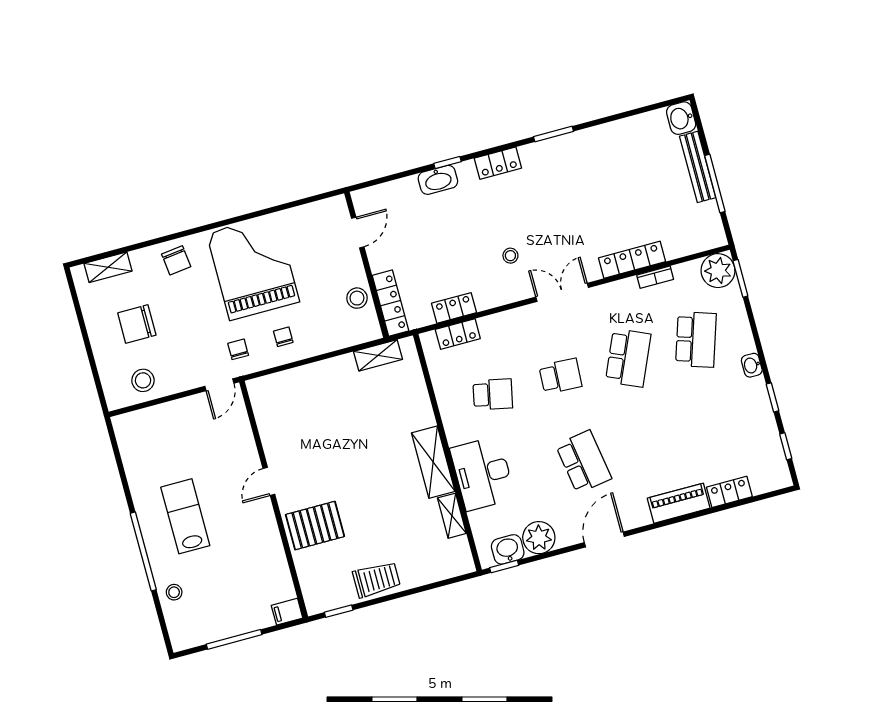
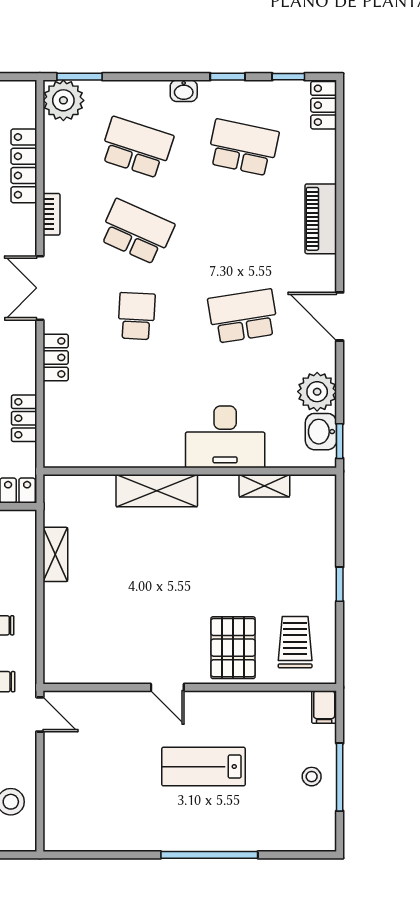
locker: (632, 260) -> (24, 166), moved
bookcase: (655, 277) -> (51, 214), moved
locker: (458, 334) -> (56, 357), moved
shelving: (378, 355) -> (55, 554), moved
school desk: (493, 394) -> (243, 148), moved, width x1.85
shelving: (433, 462) -> (157, 491), moved
locker: (729, 492) -> (324, 105), moved
lab bench: (185, 516) -> (203, 767), moved
trolley: (376, 579) -> (295, 642), moved
stool: (174, 592) -> (312, 777), moved
window: (339, 611) -> (340, 584), moved

